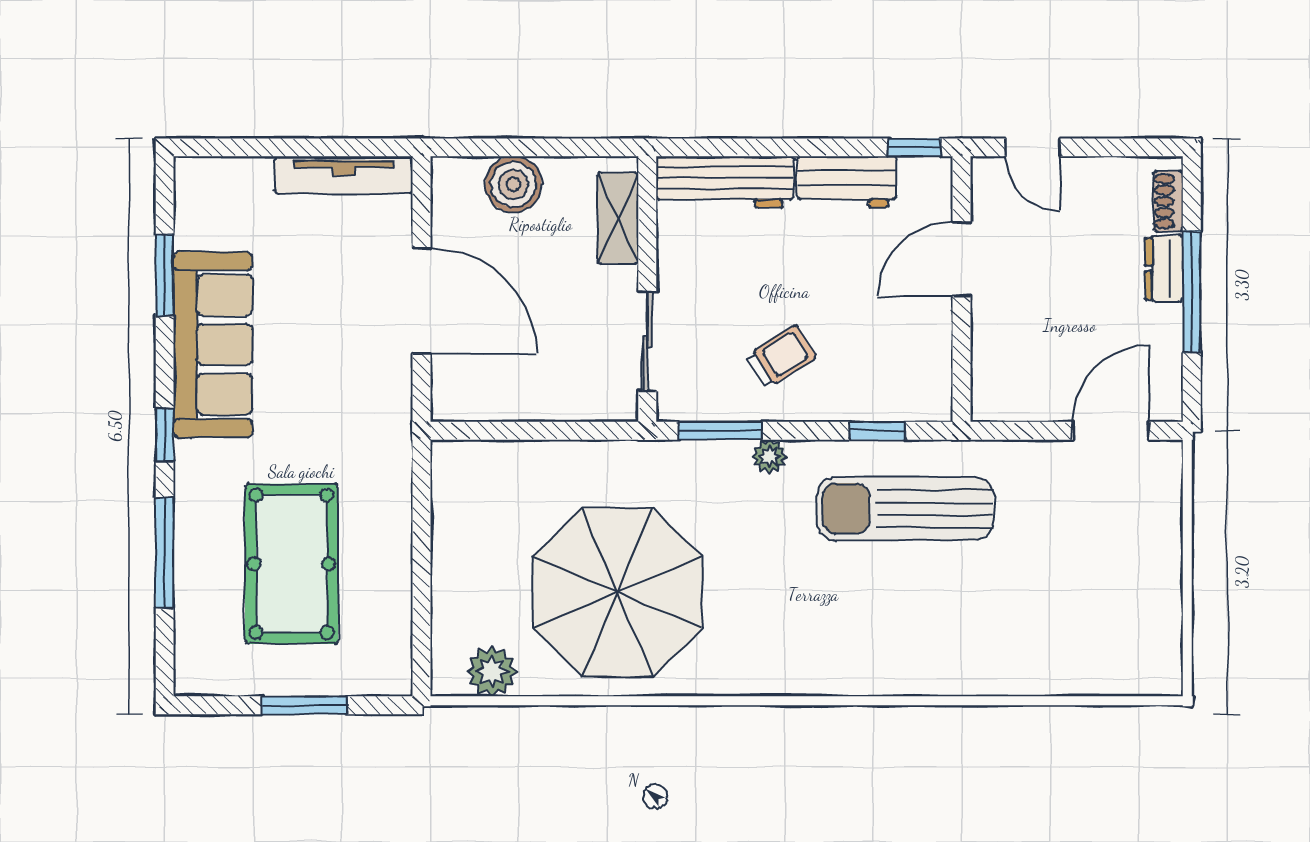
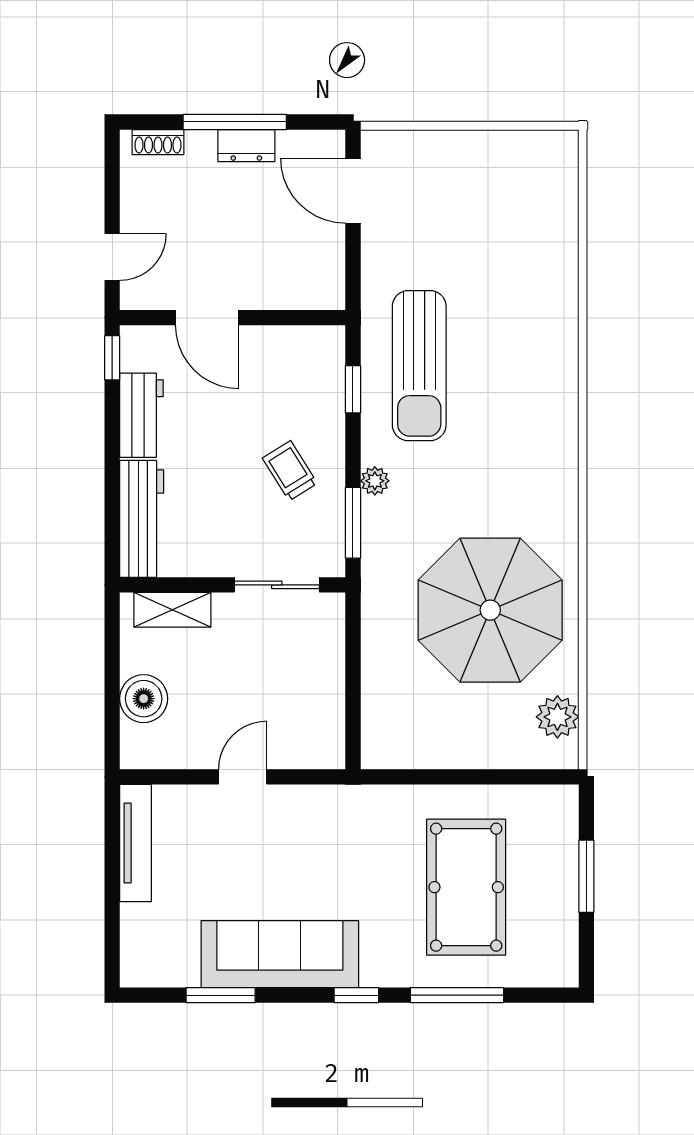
dresser: (1164, 269) -> (246, 146), moved
door: (421, 301) -> (243, 777), width x0.53
pool table: (292, 564) -> (466, 887), turned 90

